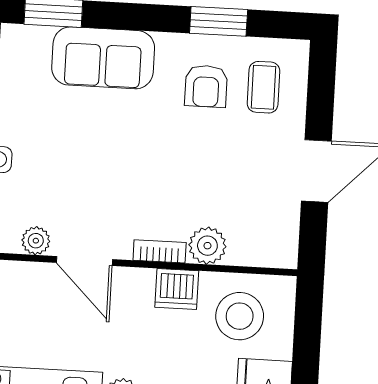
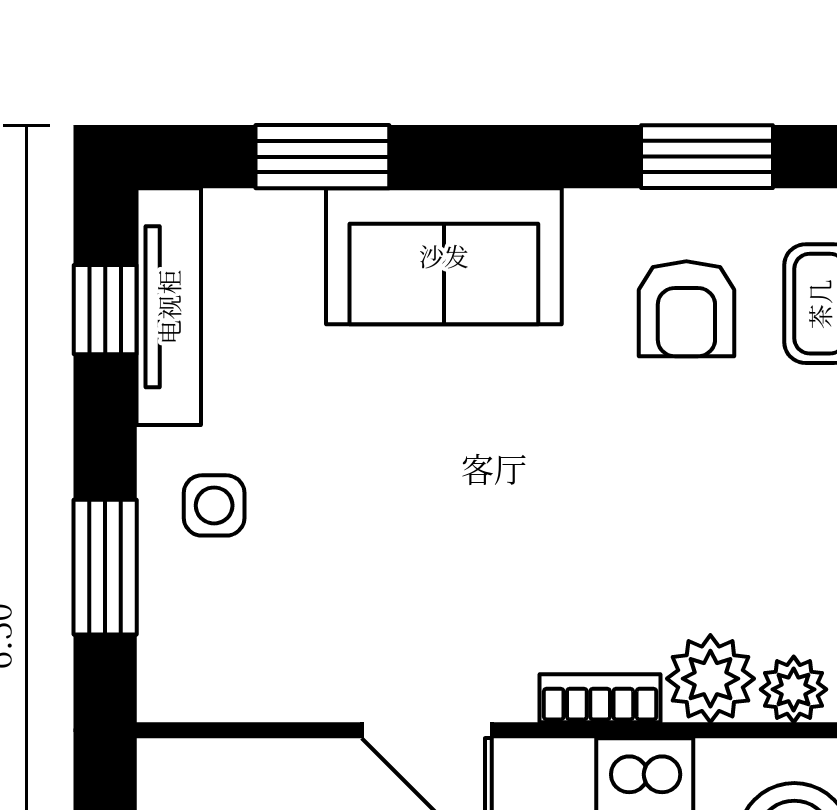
plant: (36, 241) -> (794, 689), moved

